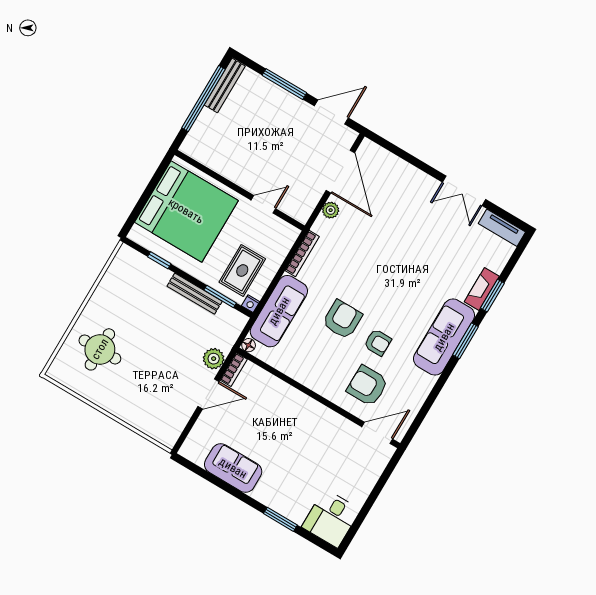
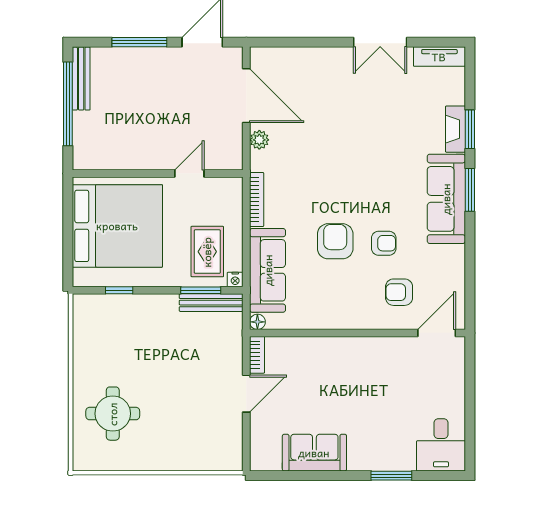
bench: (195, 294) -> (211, 303), moved
plant: (214, 359) -> (231, 356), removed
armchair: (367, 386) -> (399, 292), width x0.72, depth x0.72

